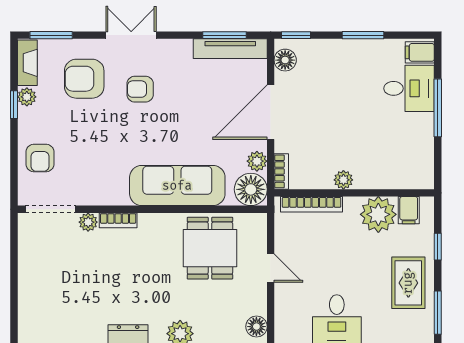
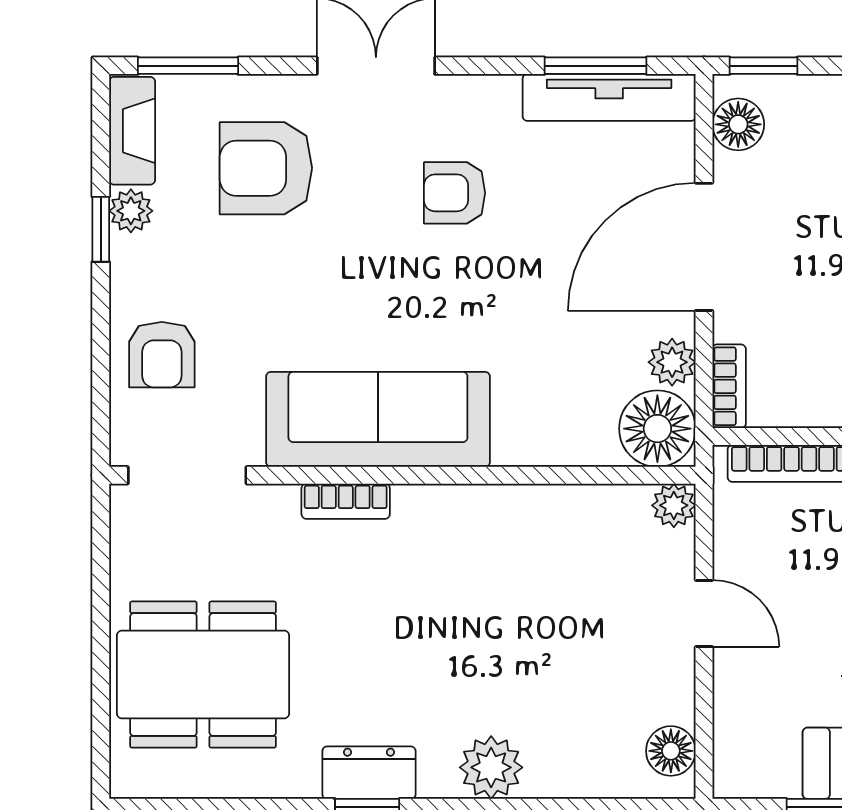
armchair: (140, 89) -> (455, 193), moved
sofa: (177, 186) -> (378, 419), moved
plant: (88, 222) -> (674, 505), moved
dining table: (210, 248) -> (203, 675), moved, width x1.38

